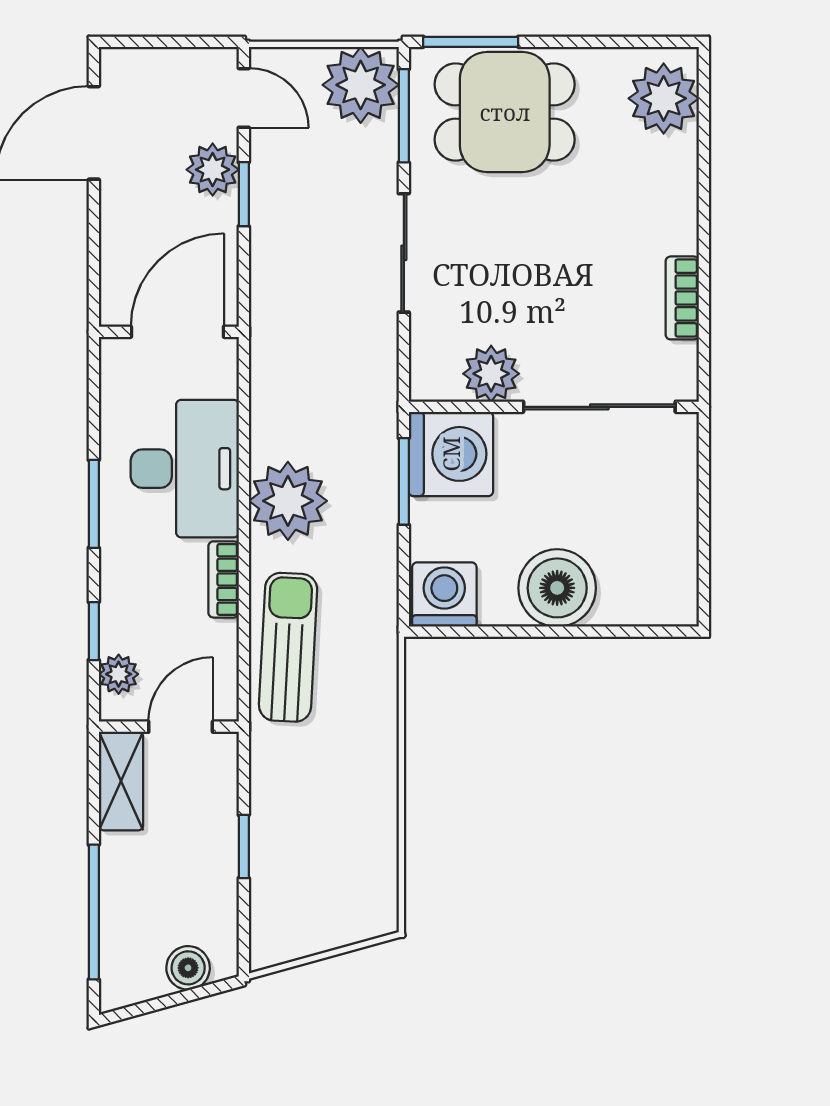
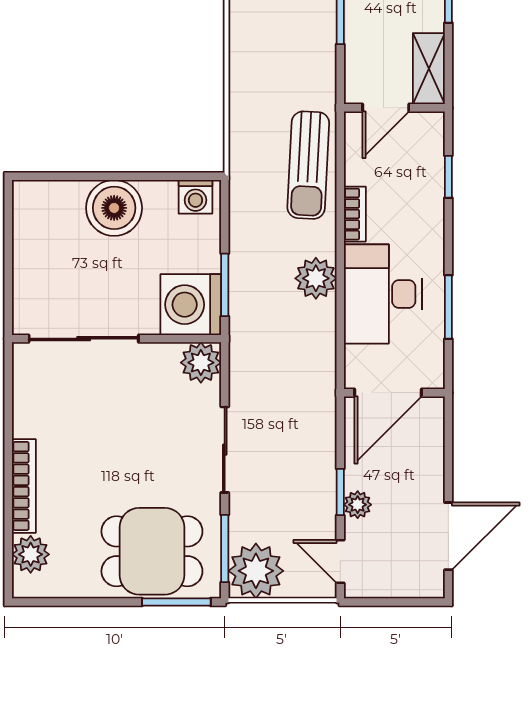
plant: (664, 98) -> (31, 554), width x0.73, depth x0.73
plant: (213, 170) -> (358, 505), width x0.73, depth x0.73
bookcase: (682, 298) -> (24, 486), moved, width x1.56
plant: (491, 374) -> (201, 363), moved
plant: (288, 501) -> (316, 278), width x0.73, depth x0.73
window: (94, 504) -> (448, 307), moved
washing machine: (444, 595) -> (195, 197), width x0.73, depth x0.73
plant: (119, 674) -> (431, 146), removed

